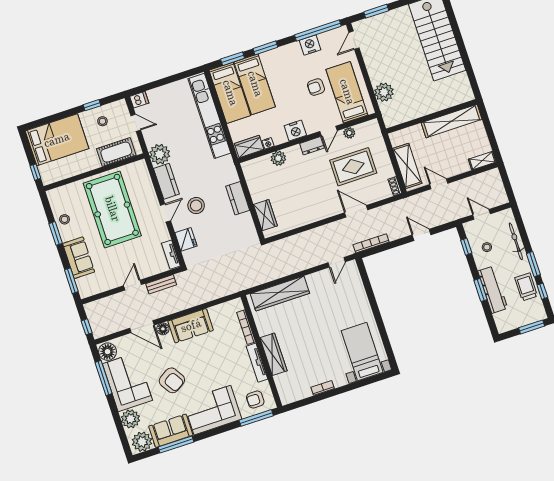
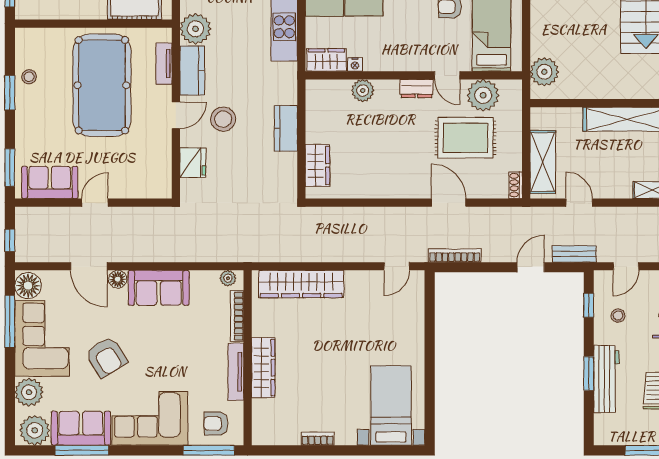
plant: (384, 92) -> (544, 72), moved
nightstand: (295, 131) -> (400, 59), removed
door: (329, 131) -> (447, 75), hinge flipped
plant: (349, 133) -> (483, 95), width x1.88, depth x1.88
door: (482, 214) -> (626, 266), swing flipped
door: (422, 235) -> (531, 267), hinge flipped
tv unit: (171, 255) -> (164, 64), moved
sofa: (79, 258) -> (50, 182), moved, turned -90
bench: (161, 284) -> (574, 254), moved
plant: (232, 305) -> (228, 278), added

